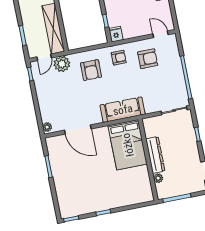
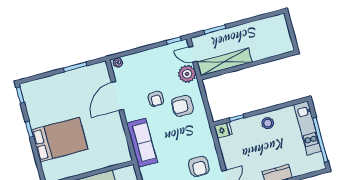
armchair: (119, 58) -> (156, 99), moved
bed: (128, 145) -> (60, 140), moved, turned 180

